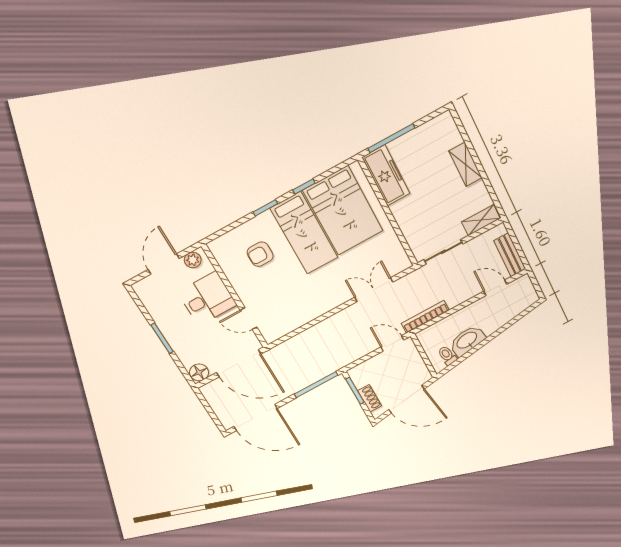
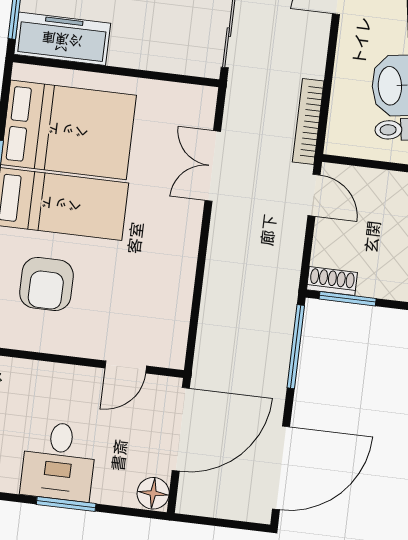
armchair: (260, 254) -> (46, 284), width x1.38, depth x1.38
desk: (207, 299) -> (59, 461), moved, turned 180
door: (392, 343) -> (314, 195), swing flipped
shoe rack: (370, 398) -> (332, 281), moved

